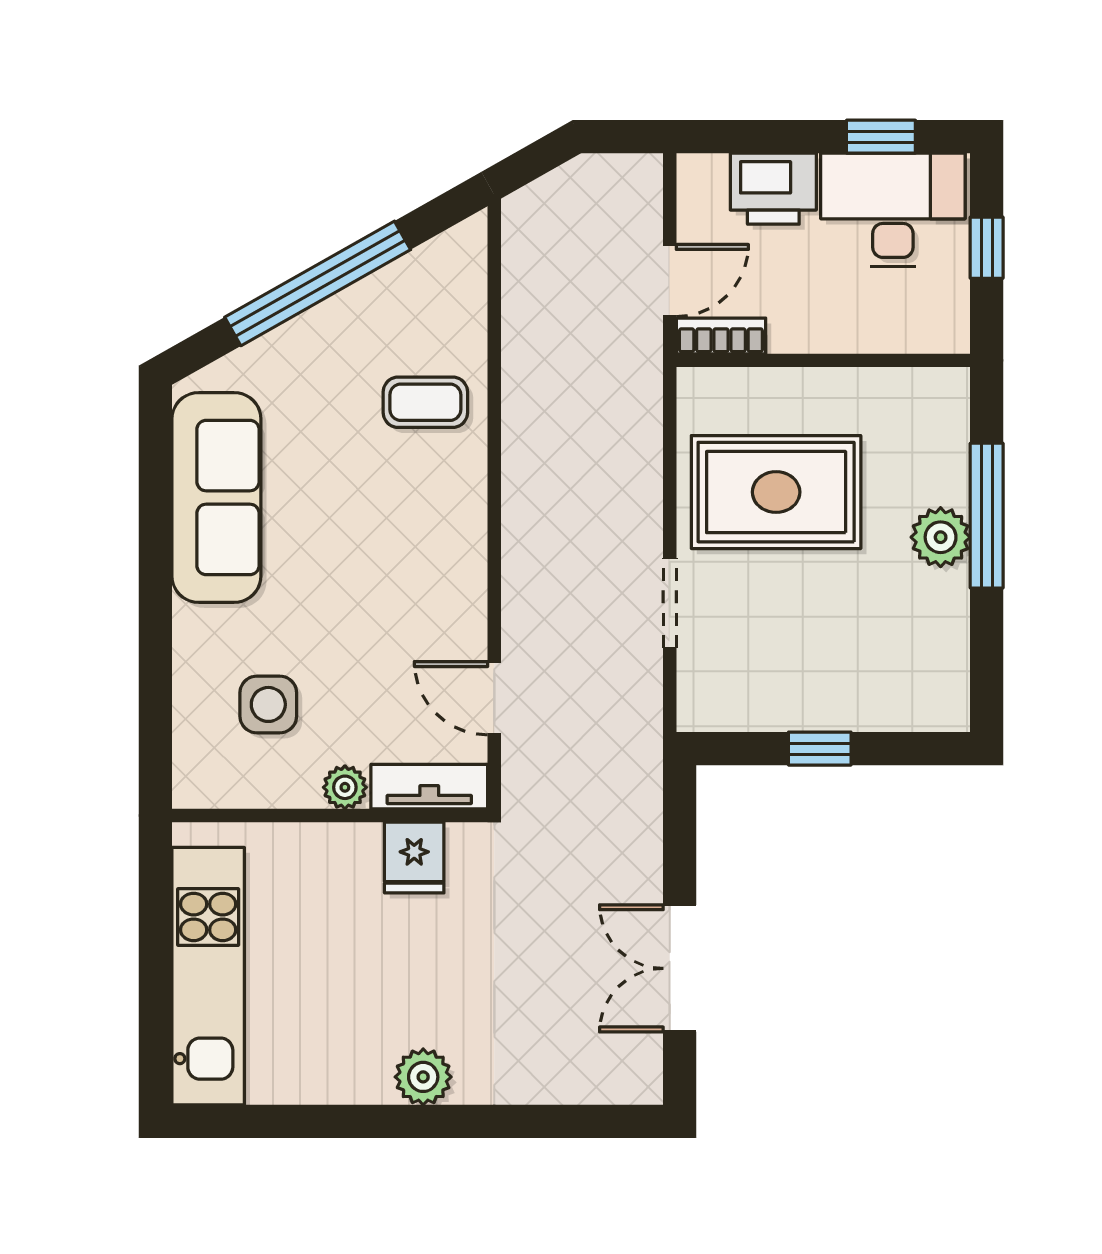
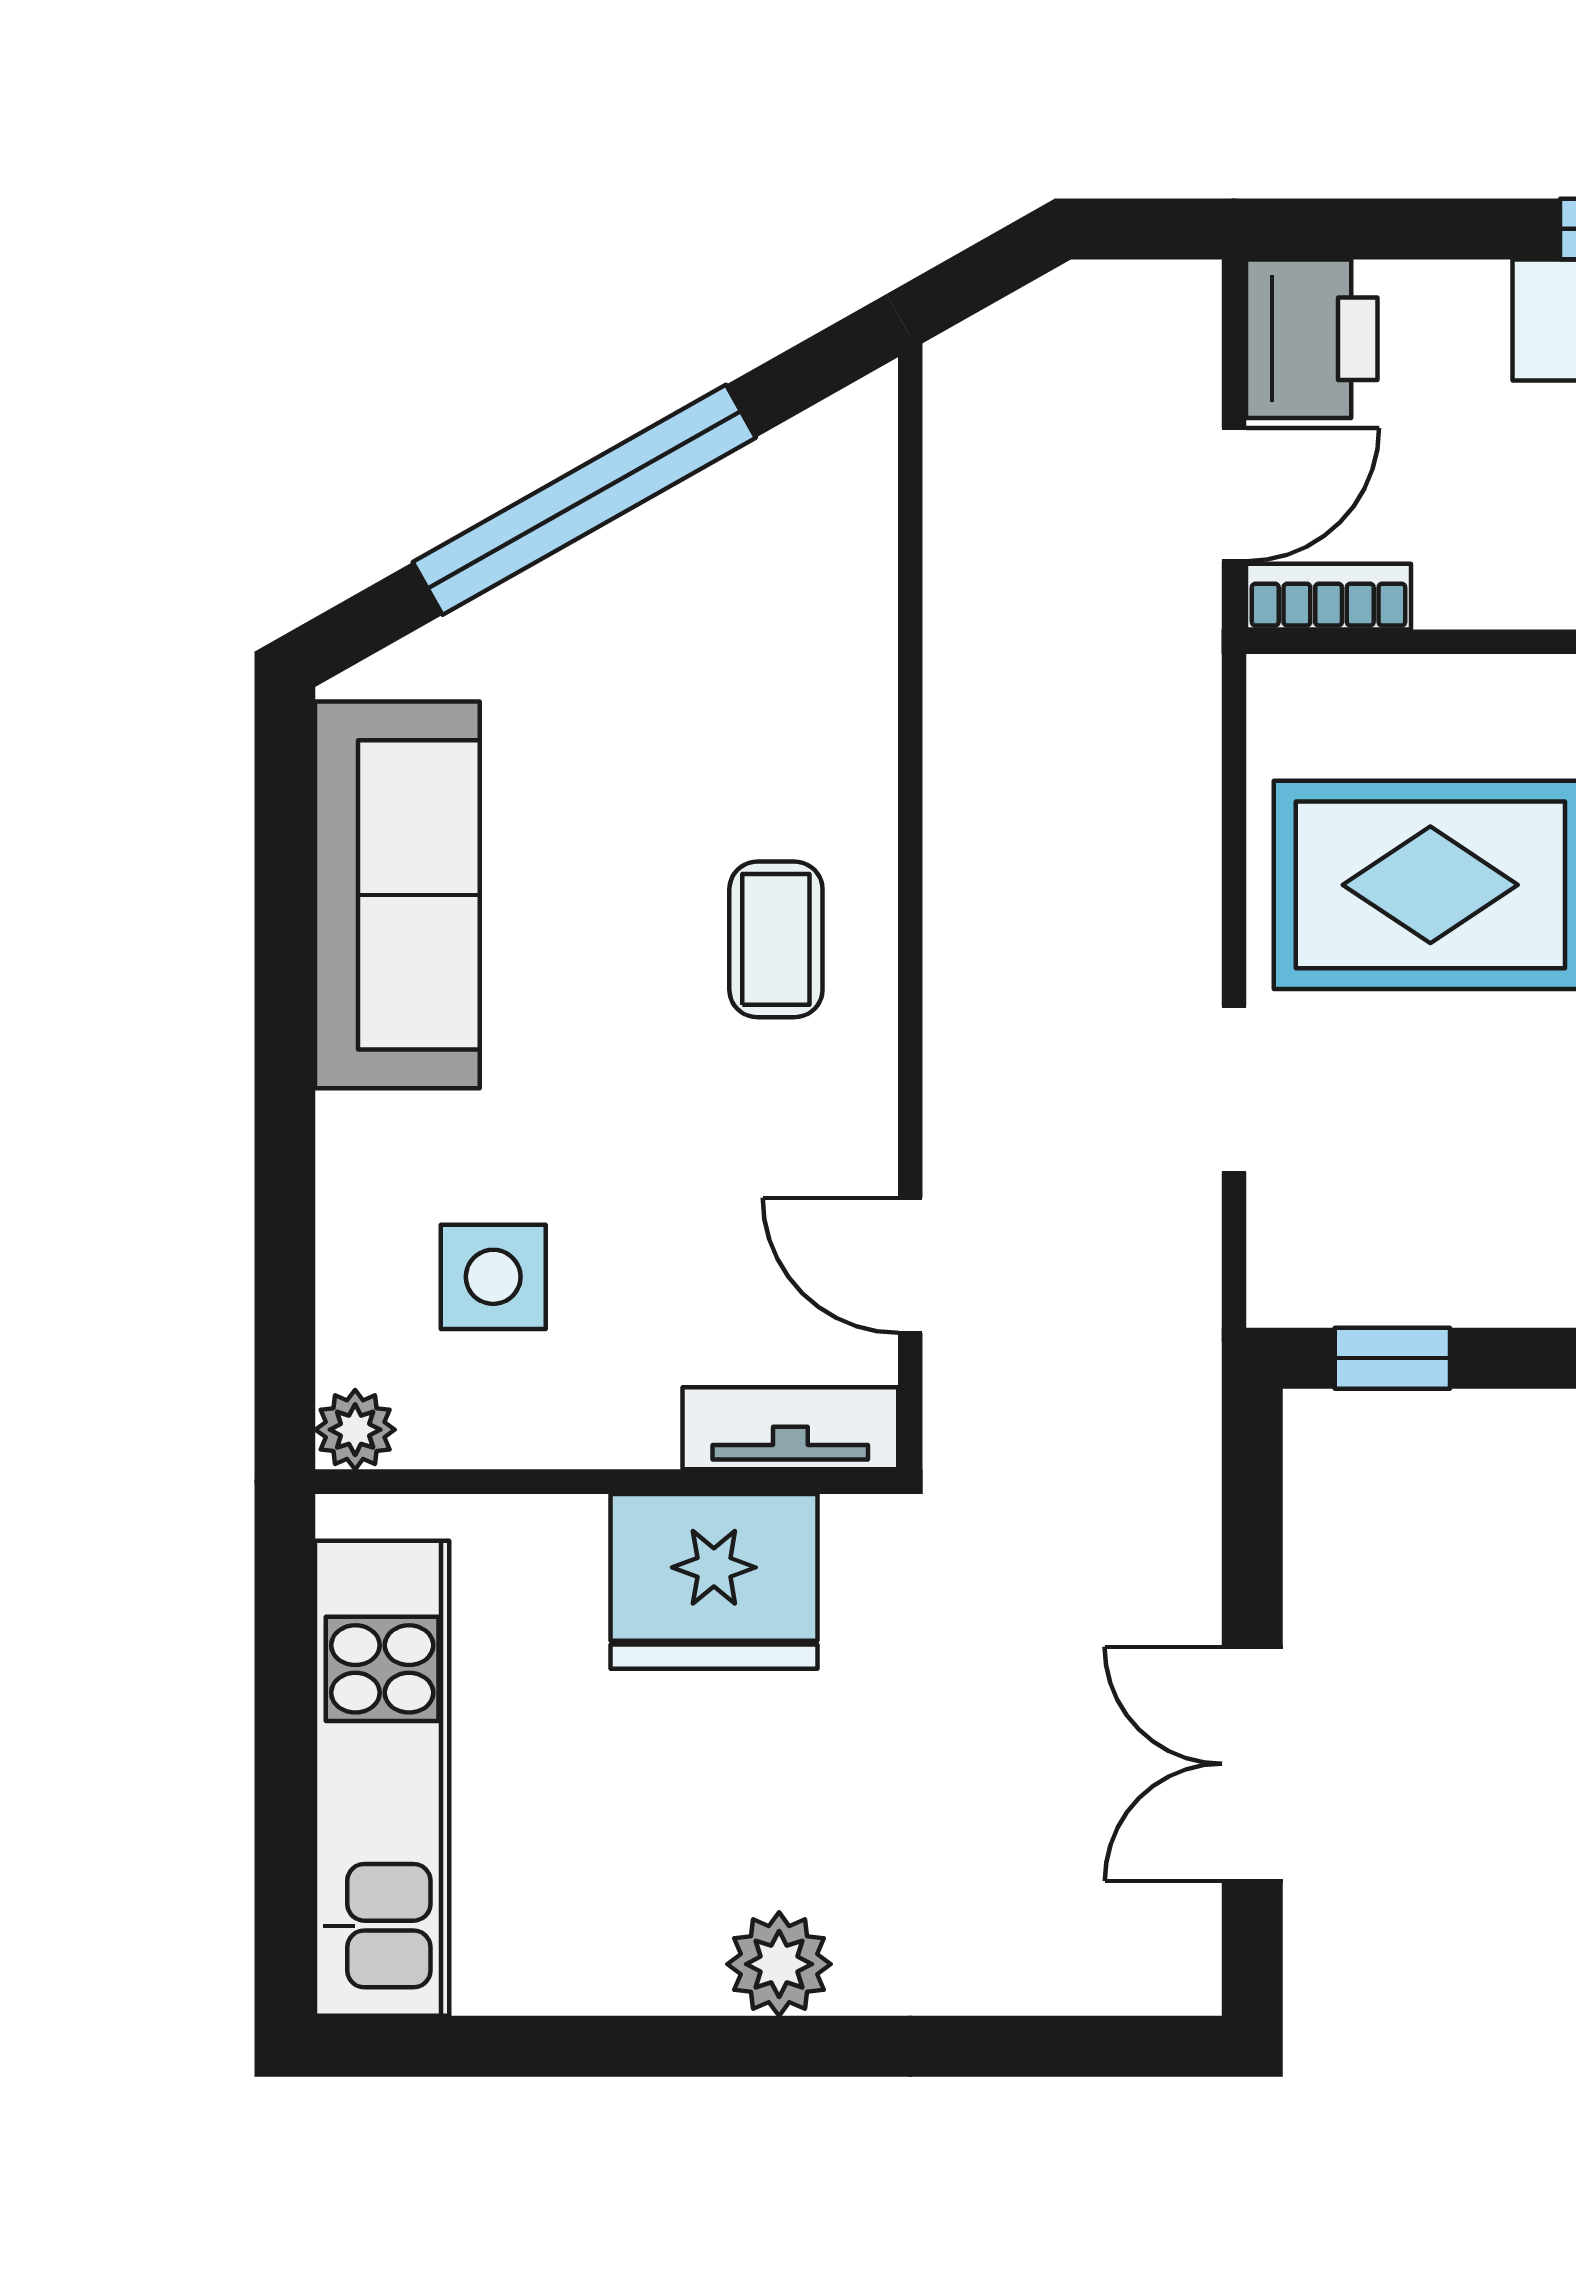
printer: (773, 189) -> (1312, 339), moved, turned -90
coffee table: (425, 402) -> (776, 939), moved, turned 90
window: (820, 749) -> (1392, 1358), moved
plant: (345, 787) -> (355, 1430), moved
fridge: (414, 857) -> (714, 1581), width x1.88, depth x1.34

